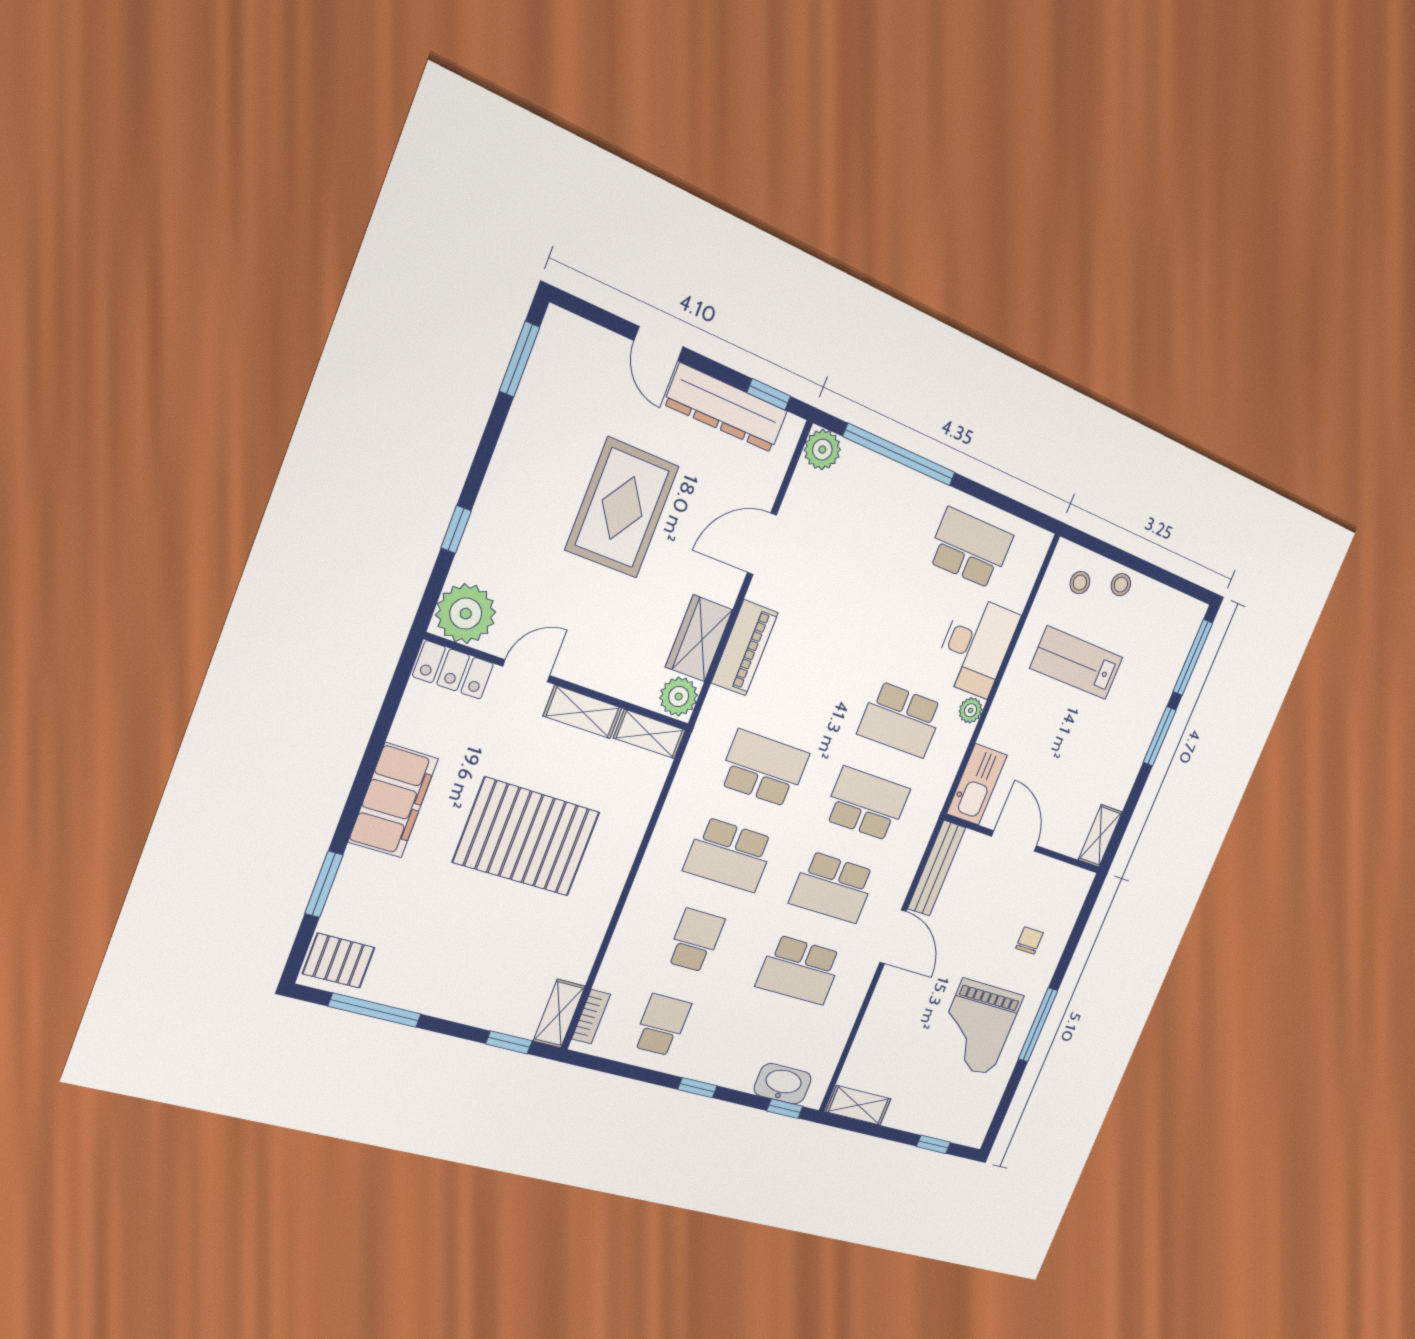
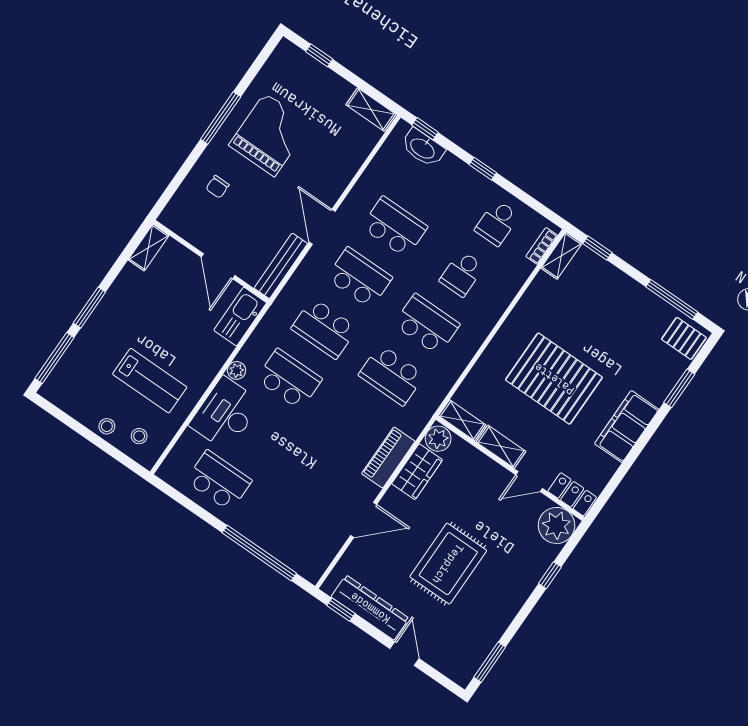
plant: (822, 450) -> (312, 568), removed
school desk: (970, 548) -> (219, 481), turned 180

